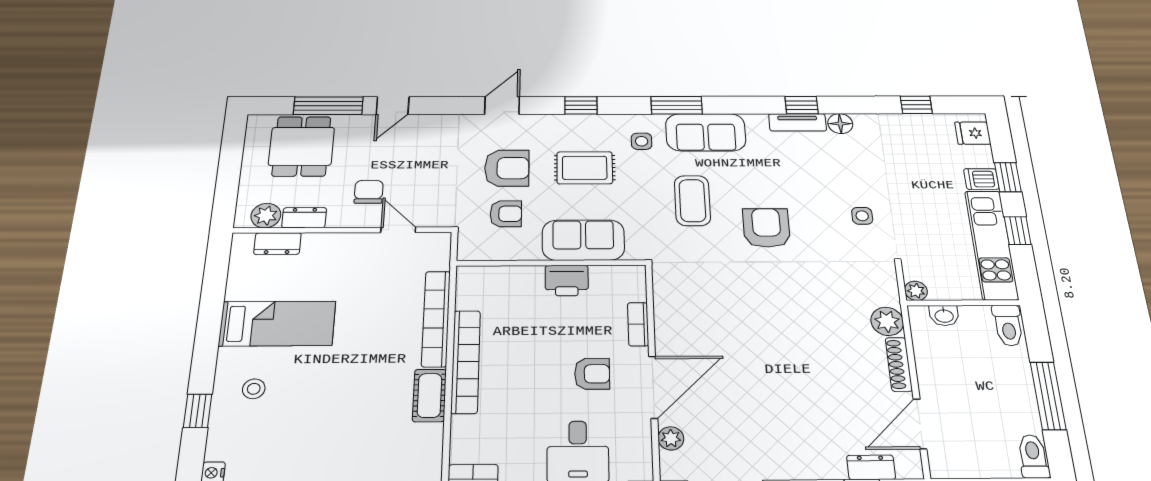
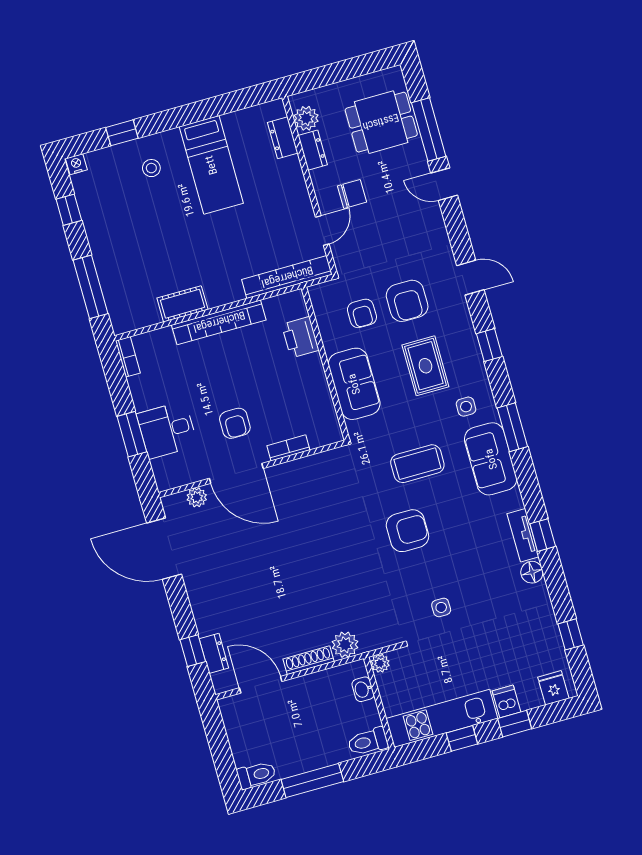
printer: (567, 281) -> (300, 337), moved
bookcase: (436, 319) -> (287, 277), moved

